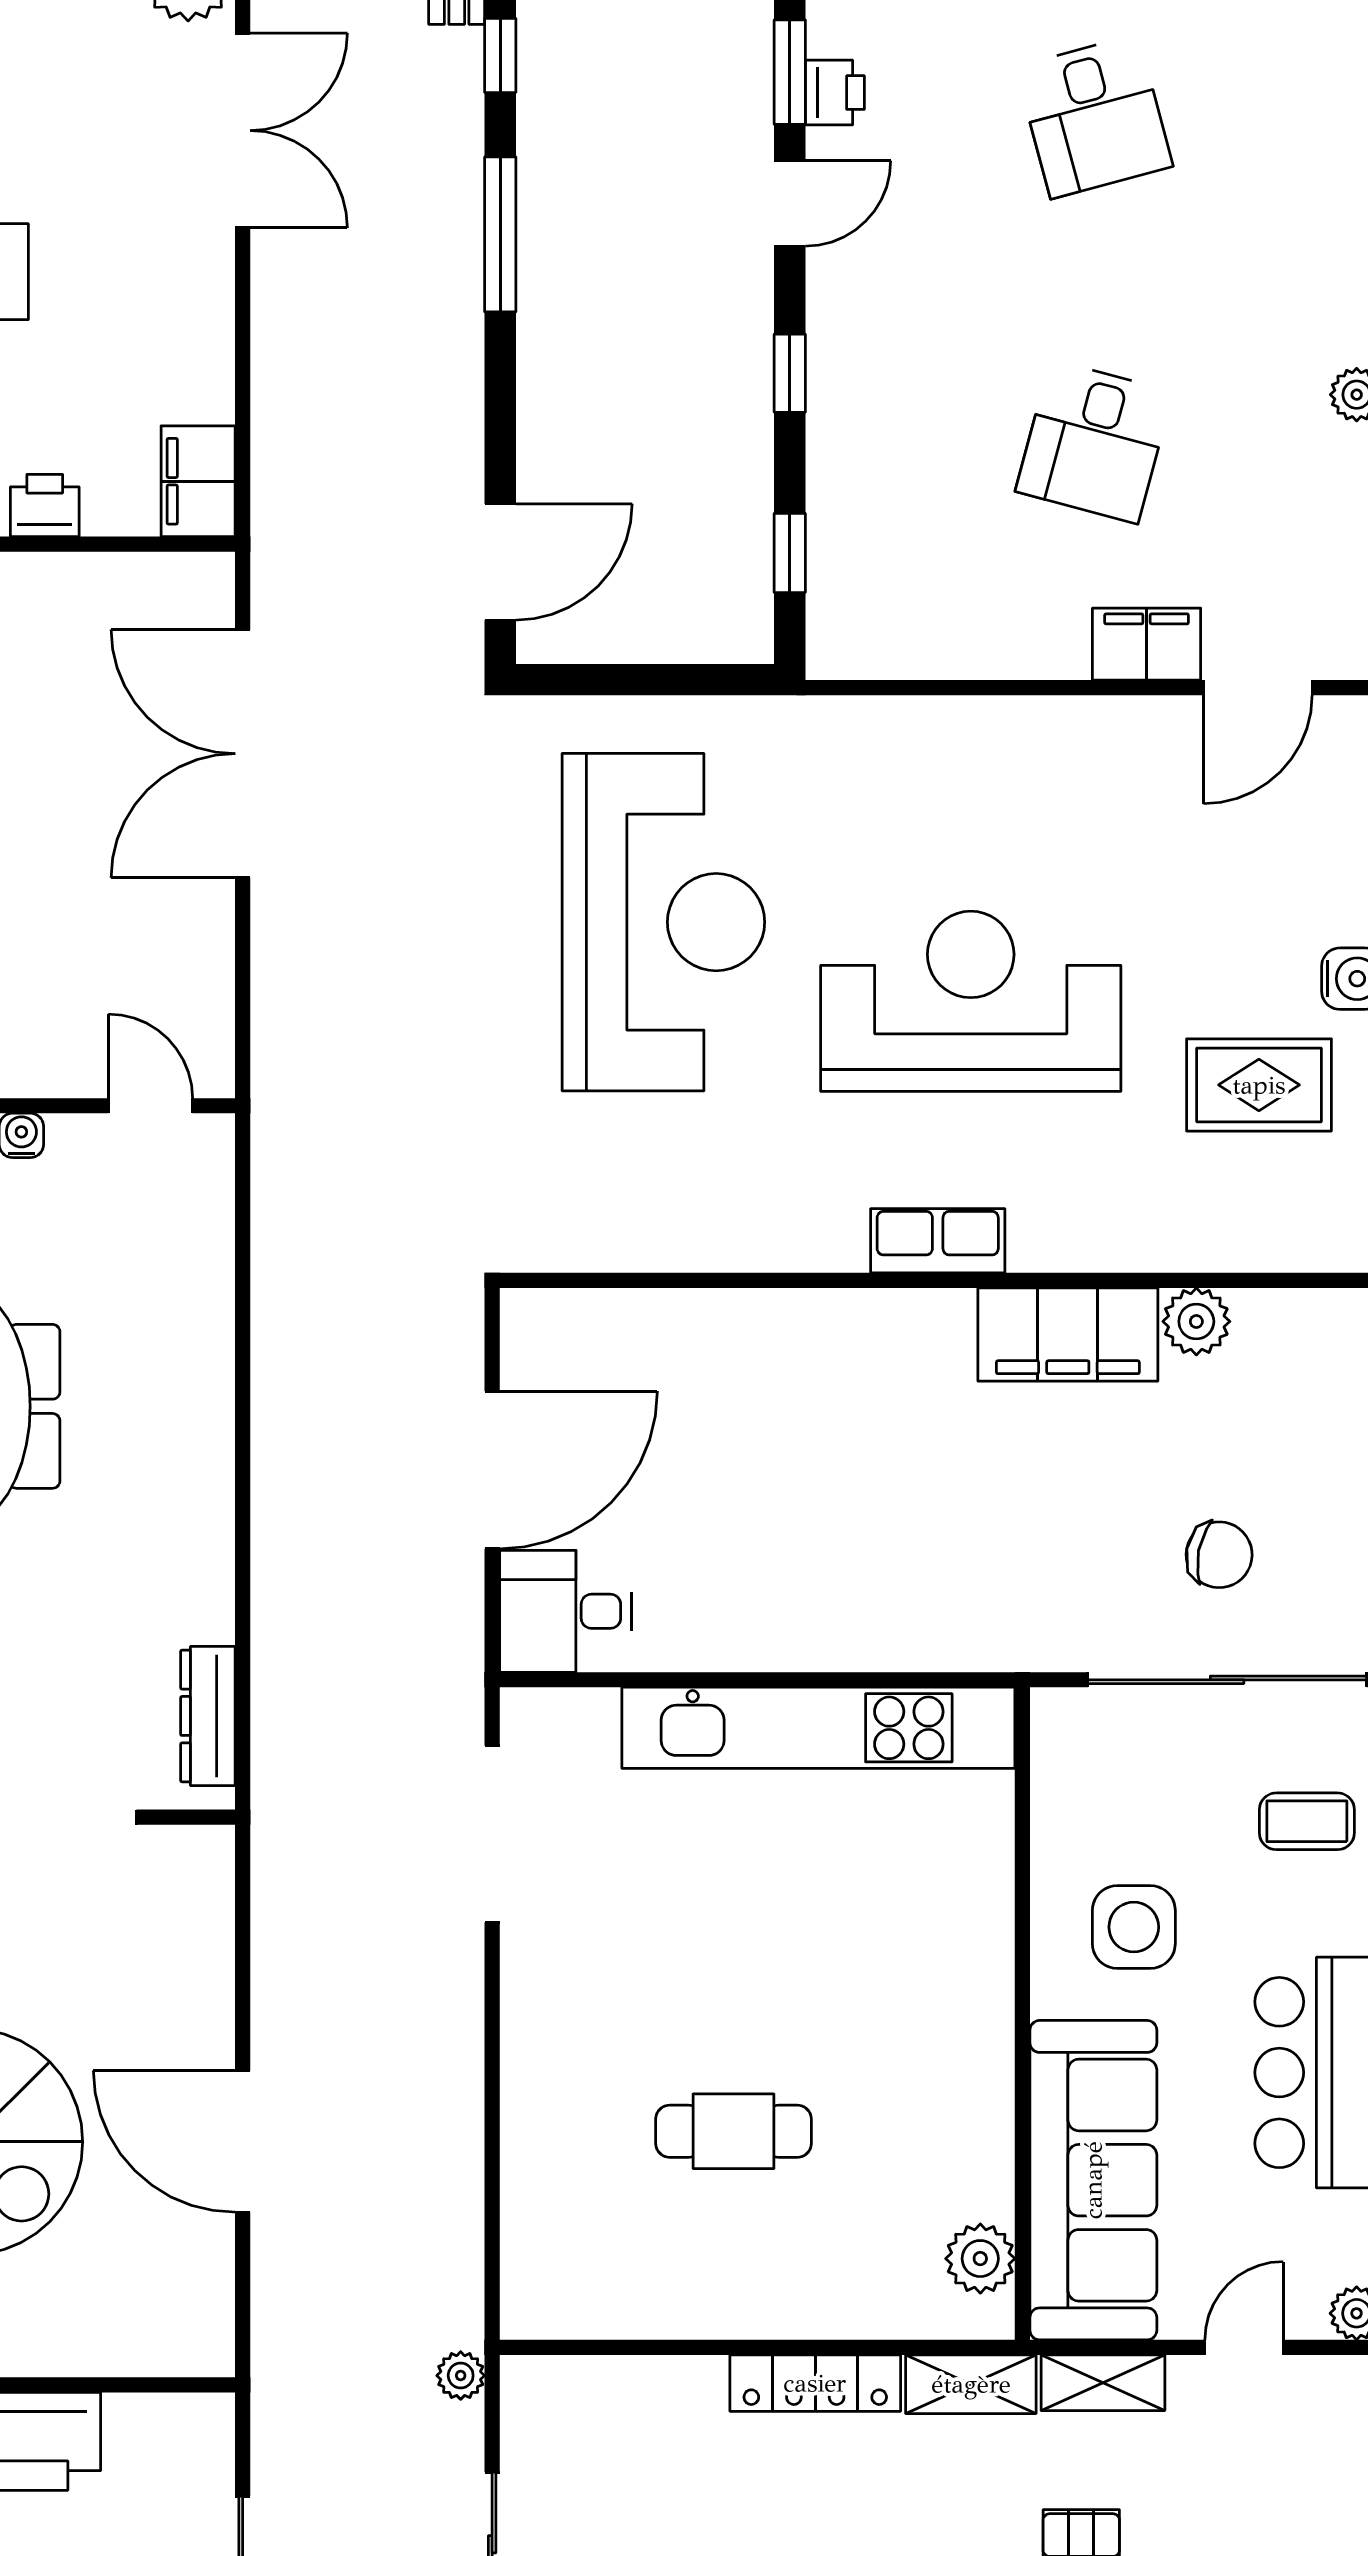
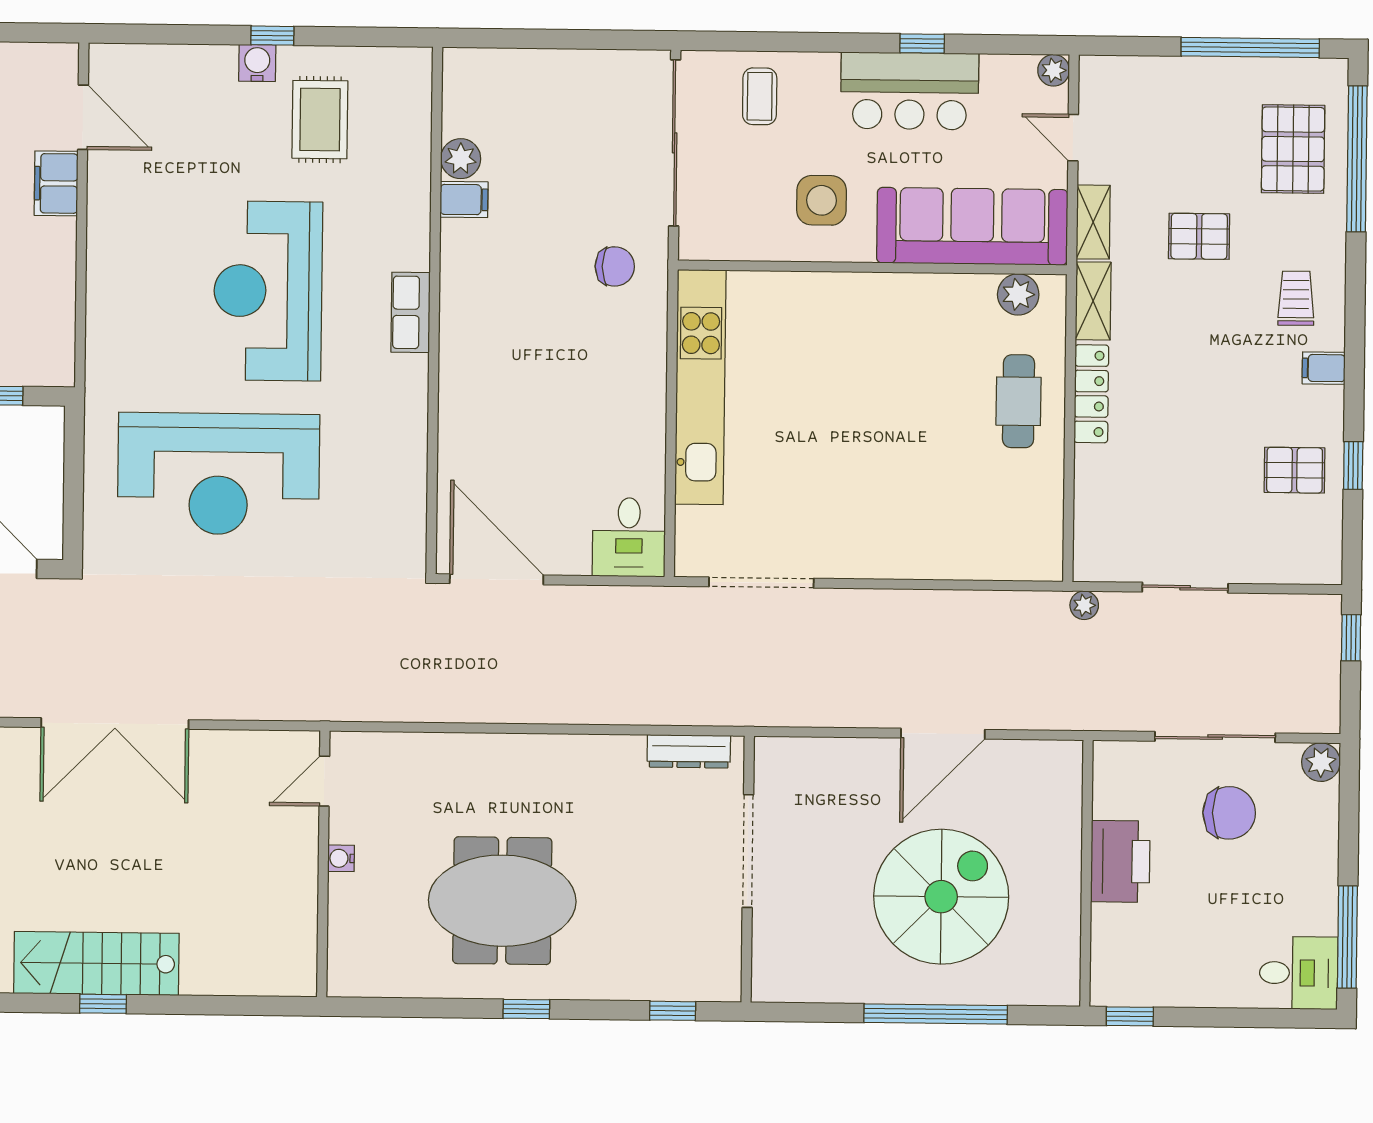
reception desk: (663, 922) -> (218, 474), turned 180
filing cabinet: (1068, 1335) -> (464, 200), width x0.33, depth x0.86
door: (492, 1470) -> (497, 579), moved
chair: (1219, 1555) -> (615, 266), moved, turned 79
cafe table: (734, 2131) -> (1019, 401), moved

